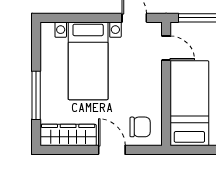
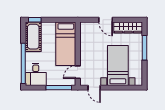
door: (166, 48) -> (78, 72), hinge flipped
chair: (140, 127) -> (91, 32), removed

